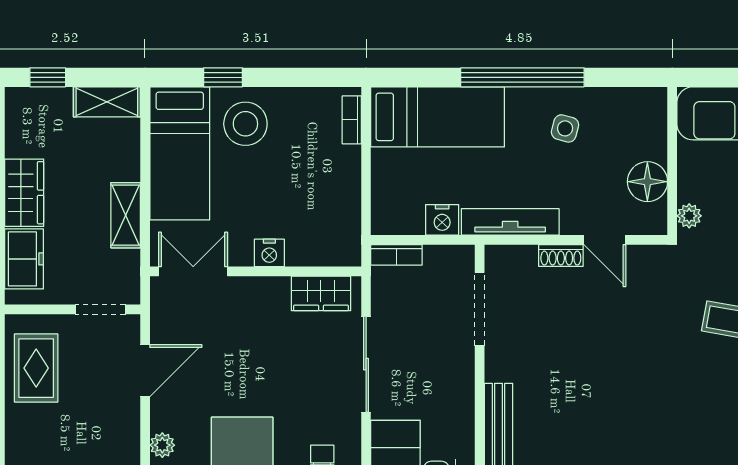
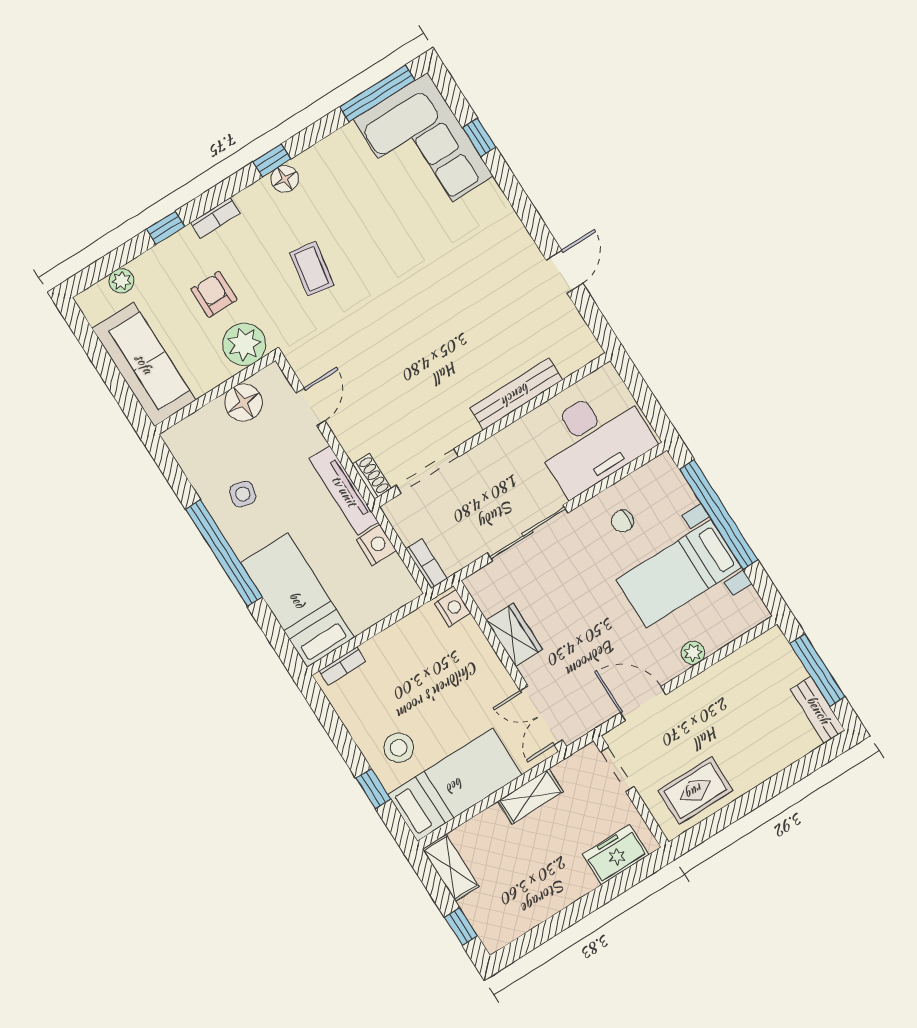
stool: (245, 124) -> (399, 748), width x0.73, depth x0.73
wardrobe: (24, 193) -> (563, 888), removed
plant: (689, 216) -> (244, 344), width x1.88, depth x1.88
nightstand: (269, 253) -> (453, 608), moved
shoe rack: (561, 256) -> (372, 476), moved
wardrobe: (321, 293) -> (514, 635), moved

